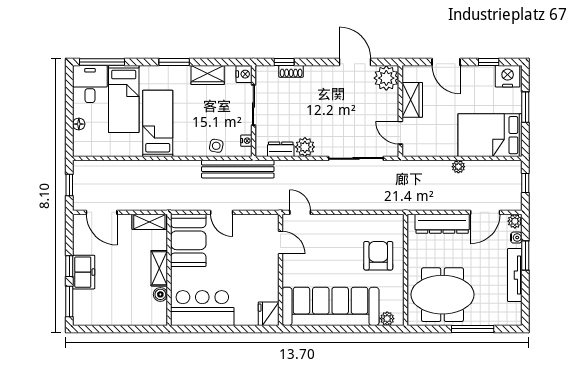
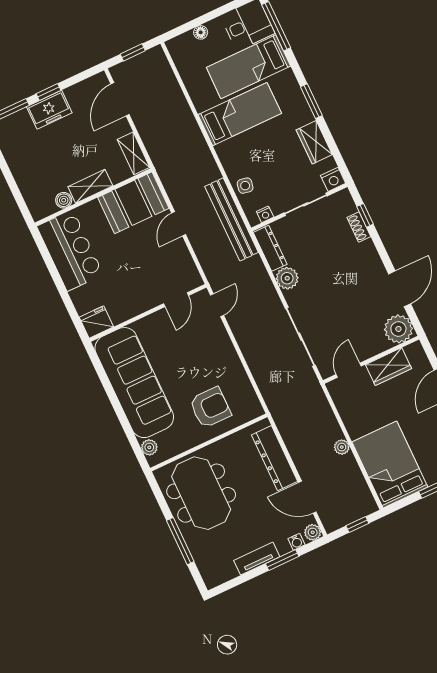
dresser: (281, 149) -> (270, 248), width x1.44
tv unit: (515, 275) -> (257, 559), width x0.71

